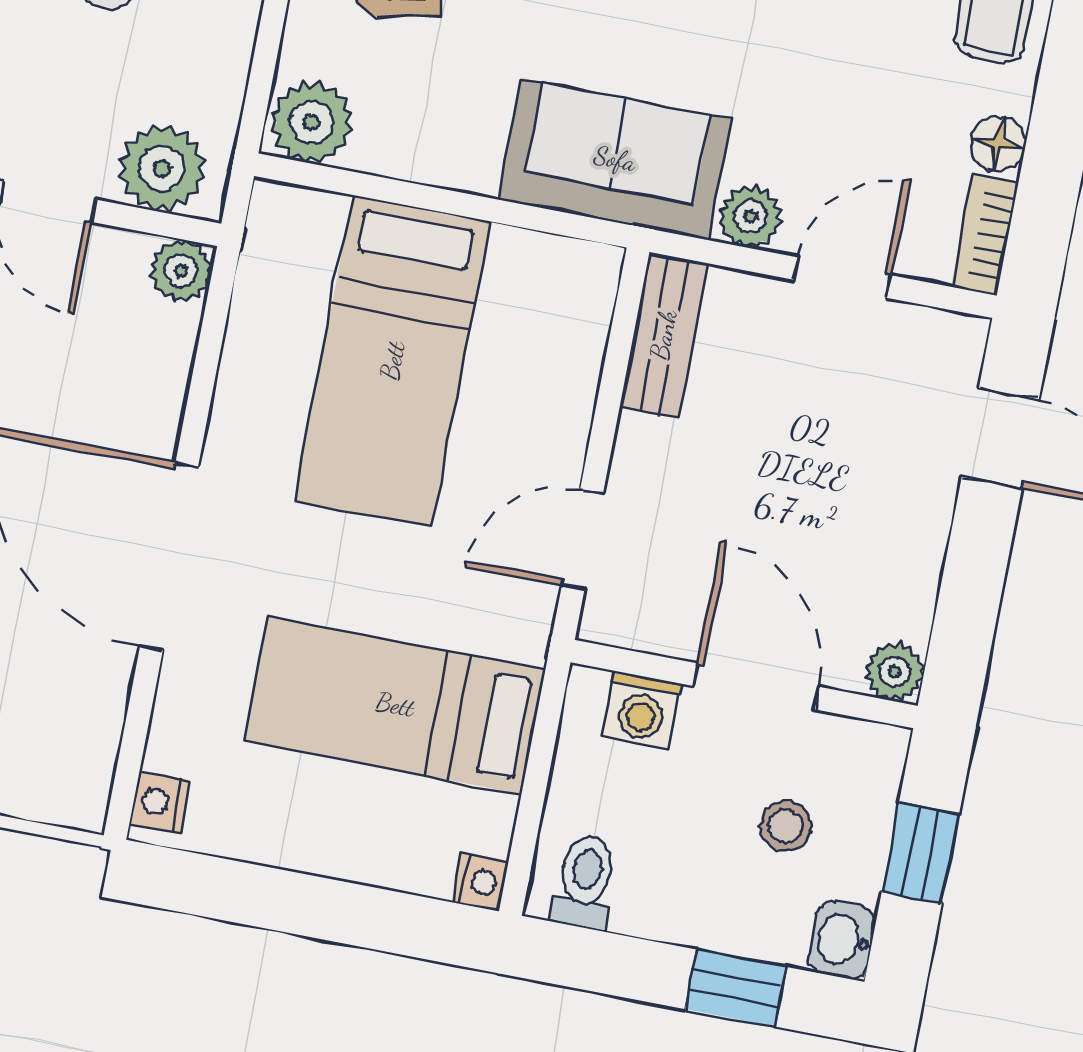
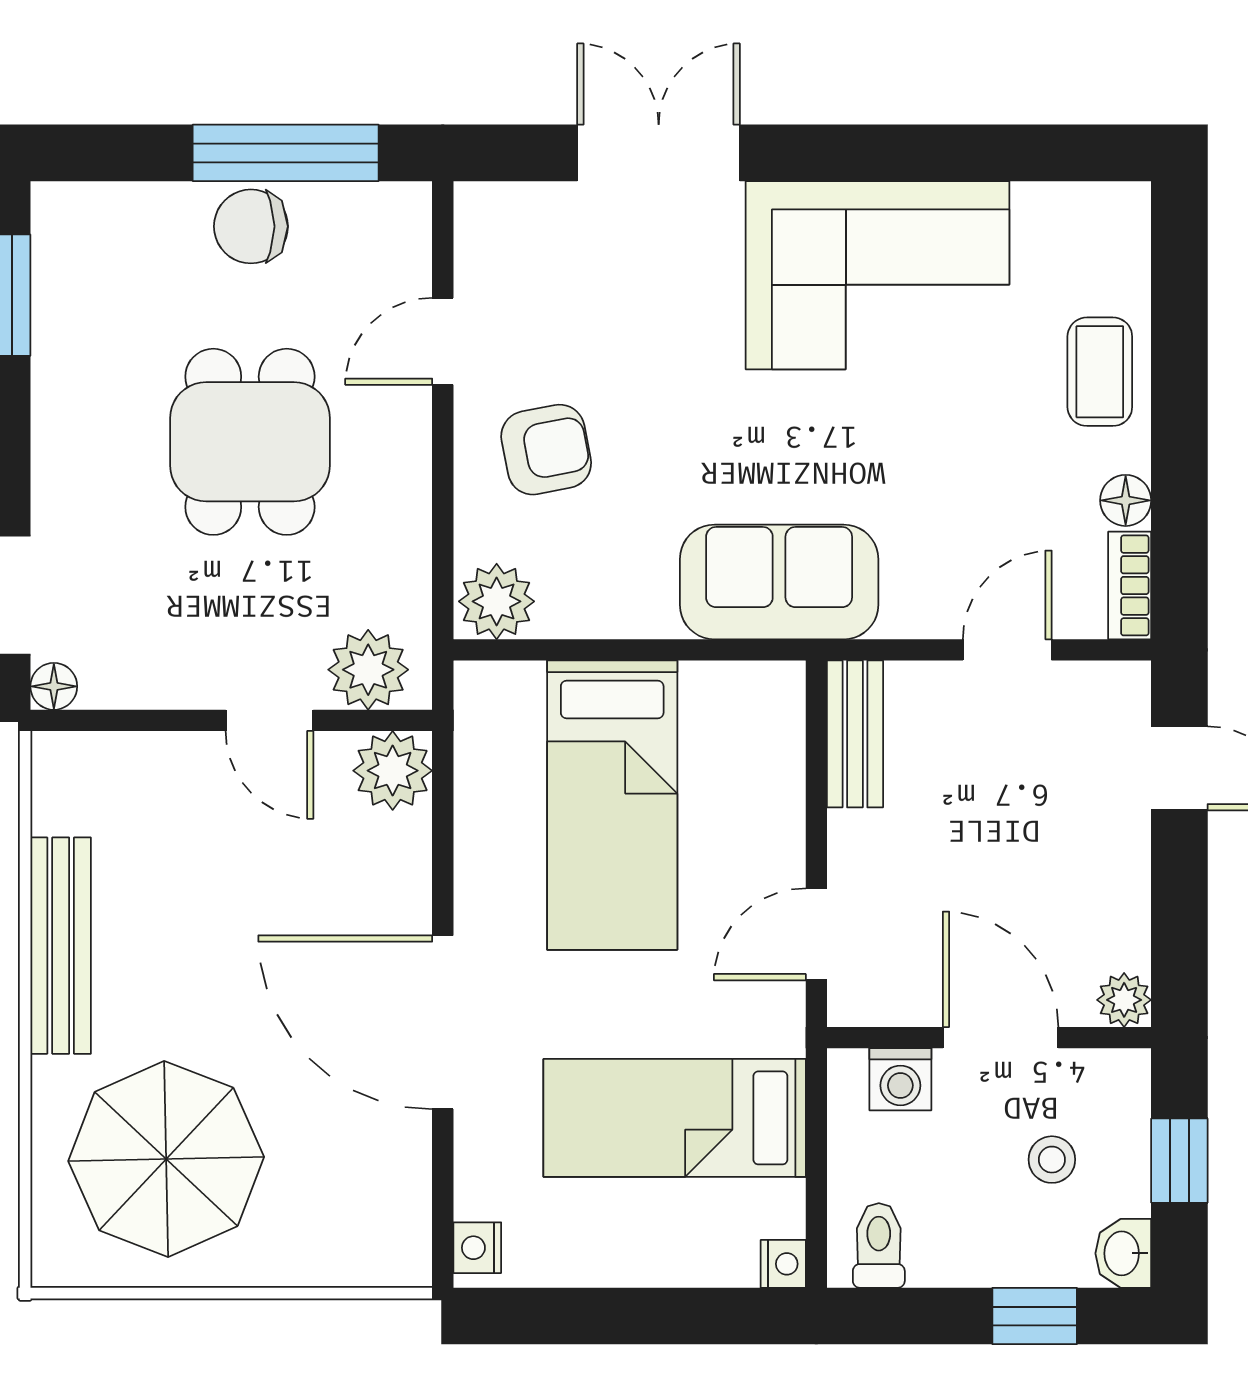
plant: (750, 217) -> (913, 610), removed
plant: (181, 271) -> (393, 771), width x1.38, depth x1.38

